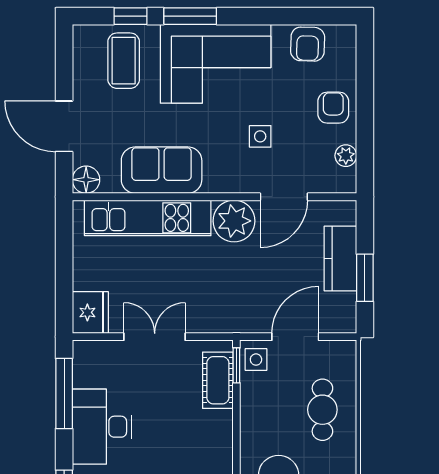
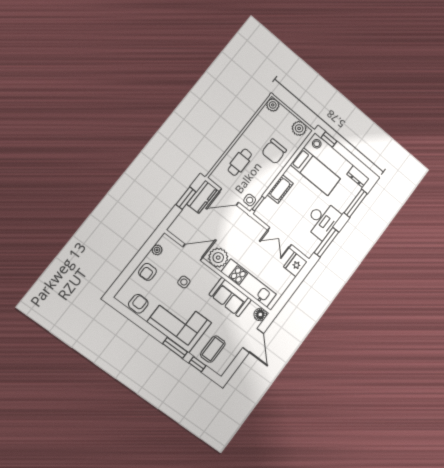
kitchen counter: (340, 259) -> (202, 197), moved
cot: (218, 380) -> (280, 189), moved

